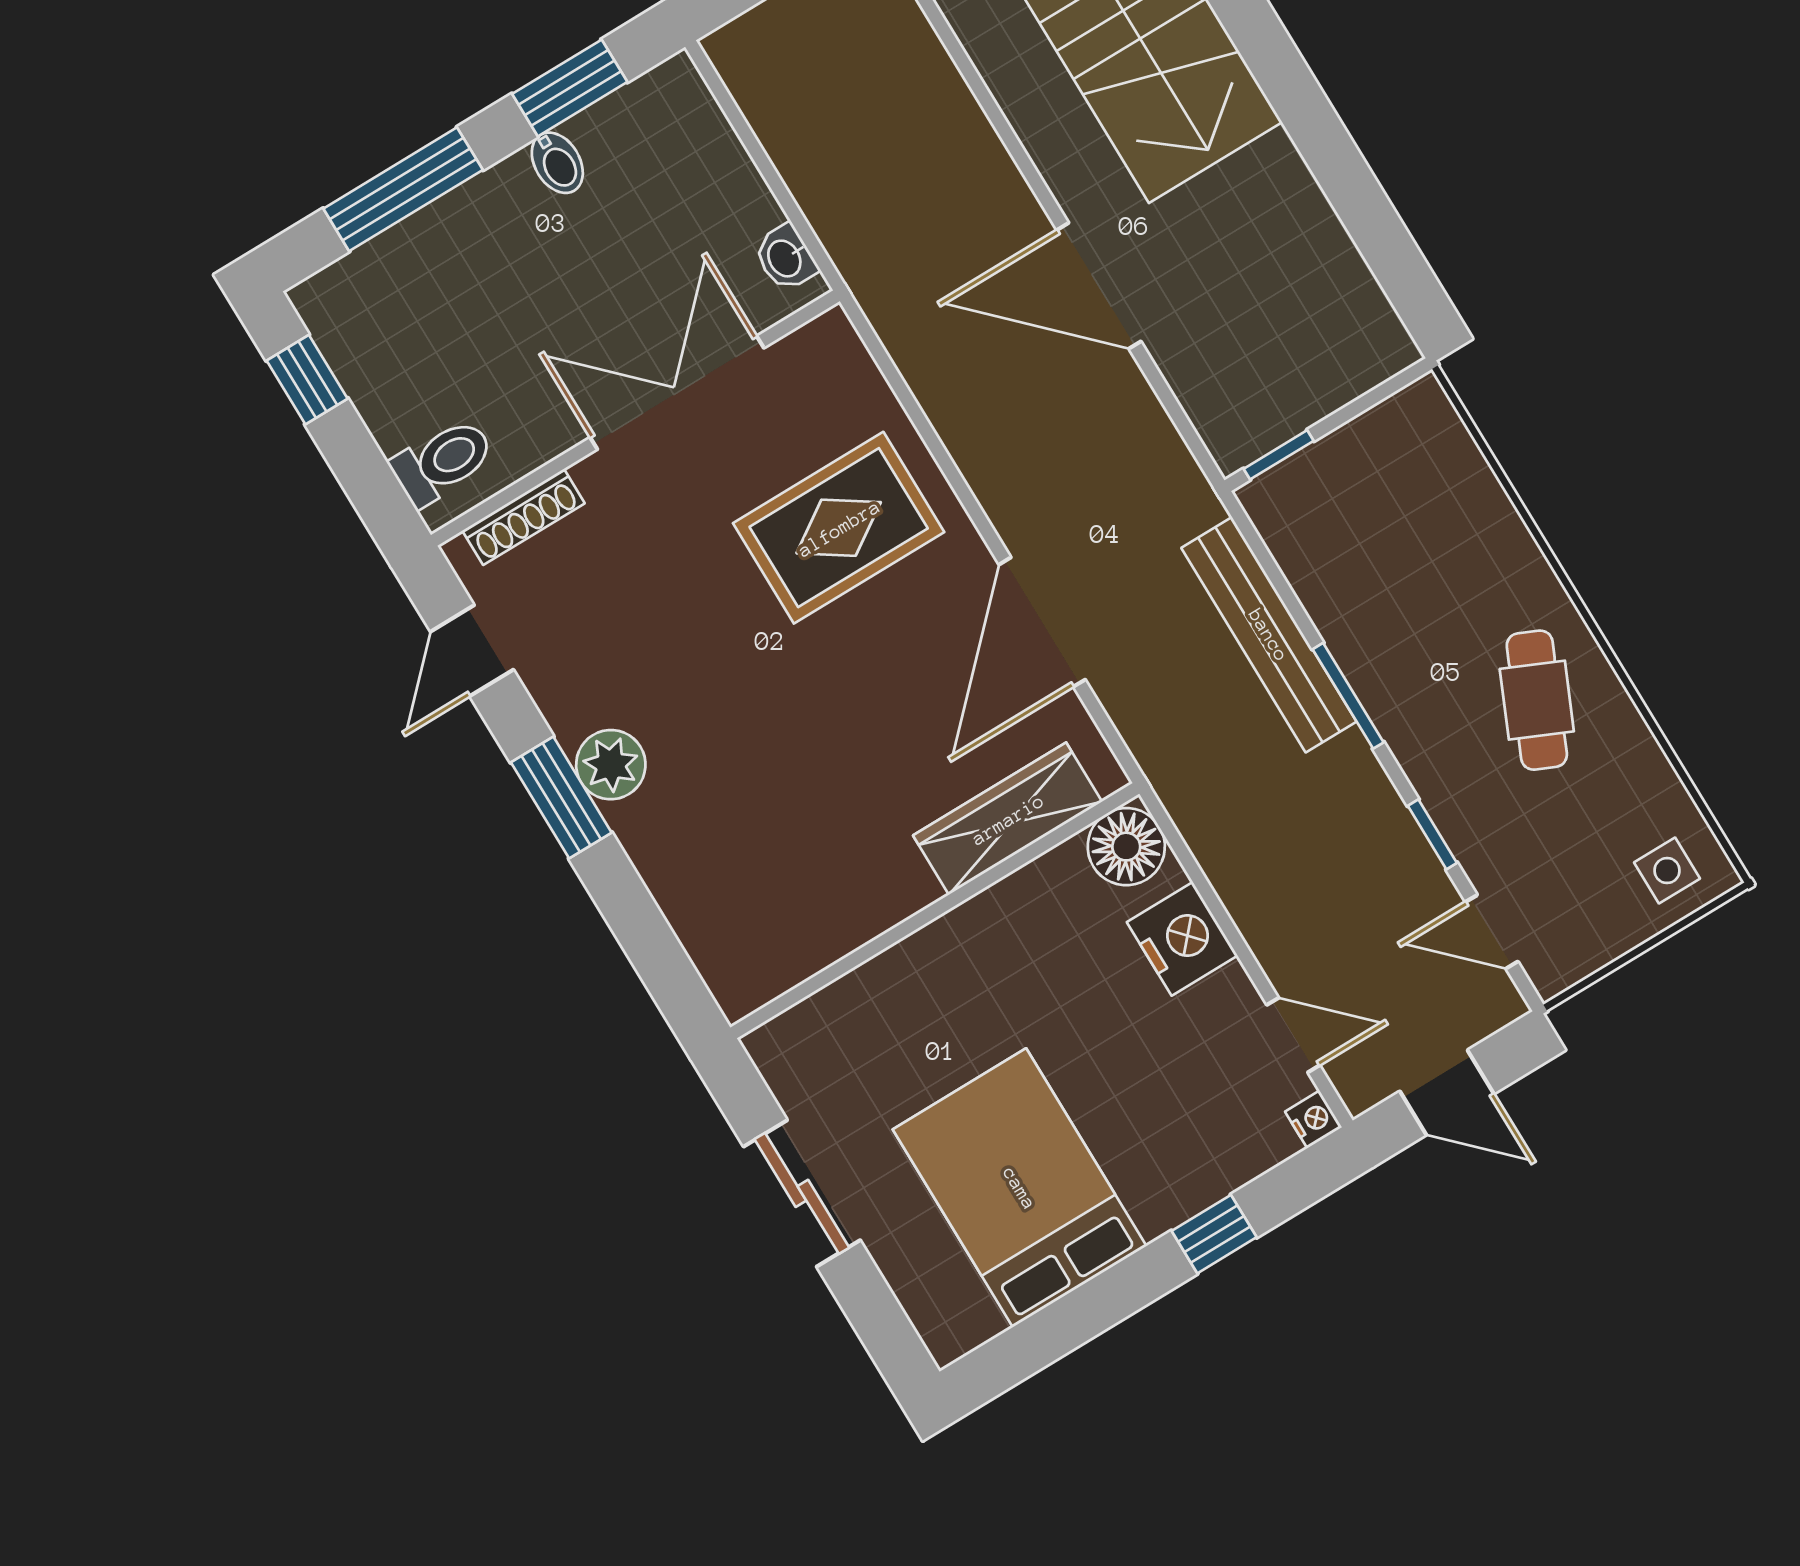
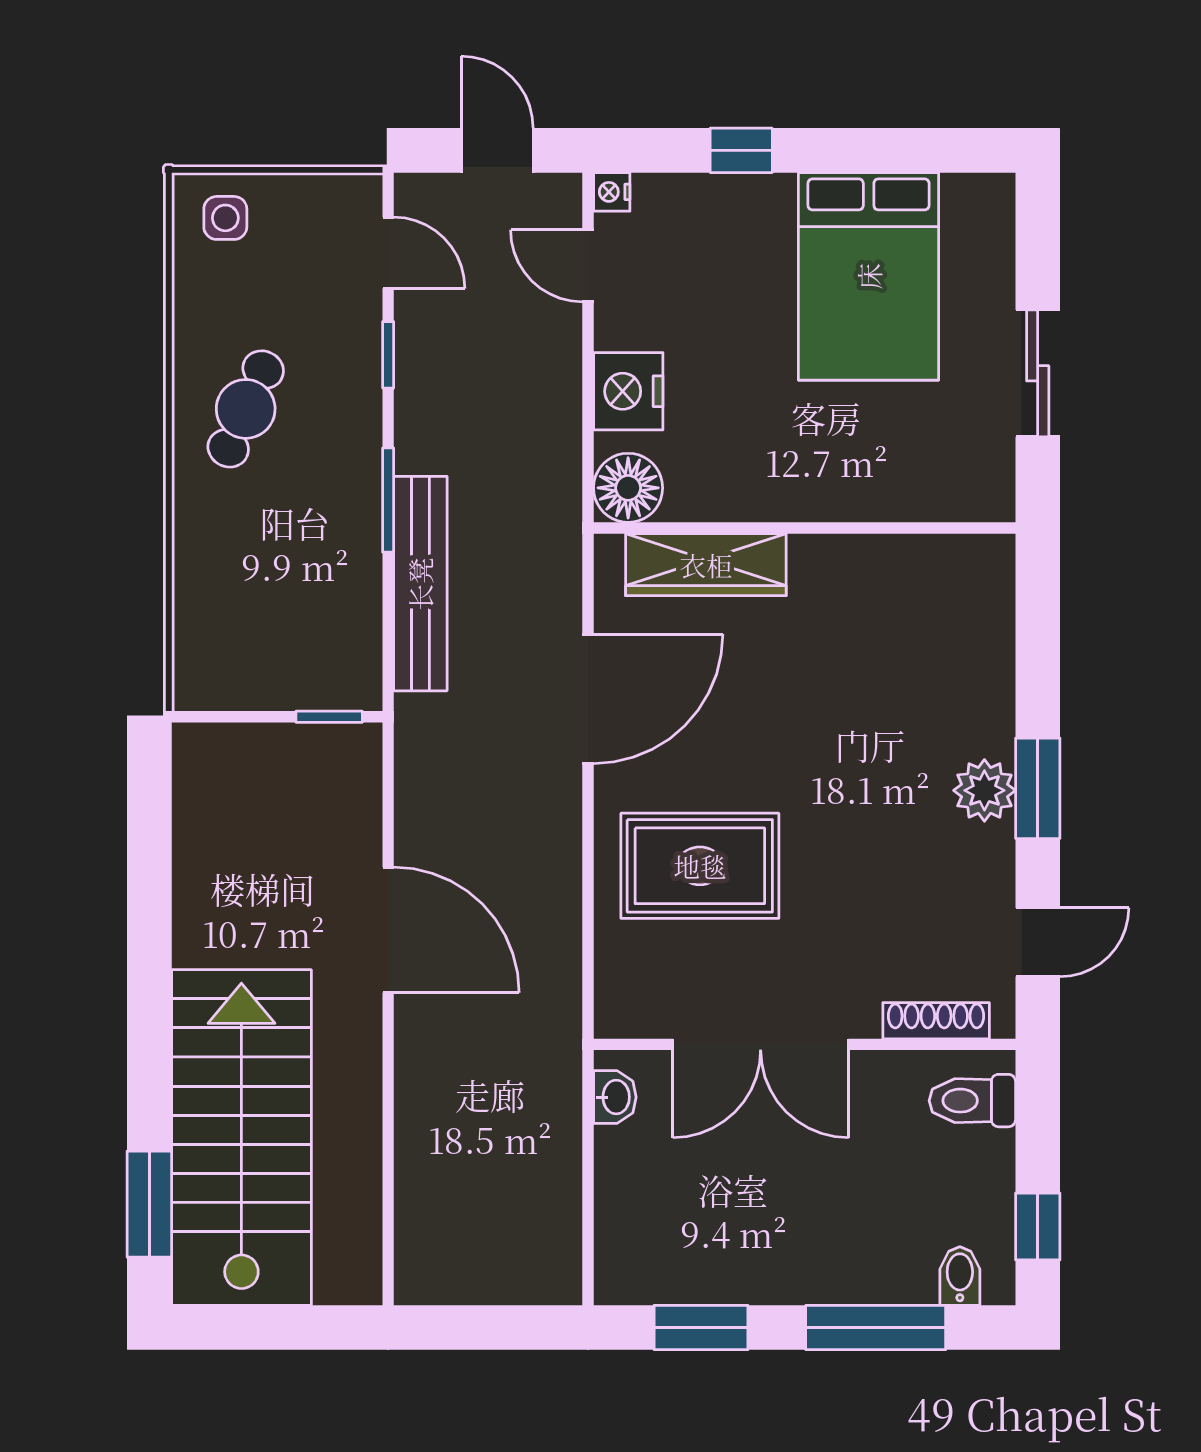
bidet: (557, 163) -> (960, 1276), moved

